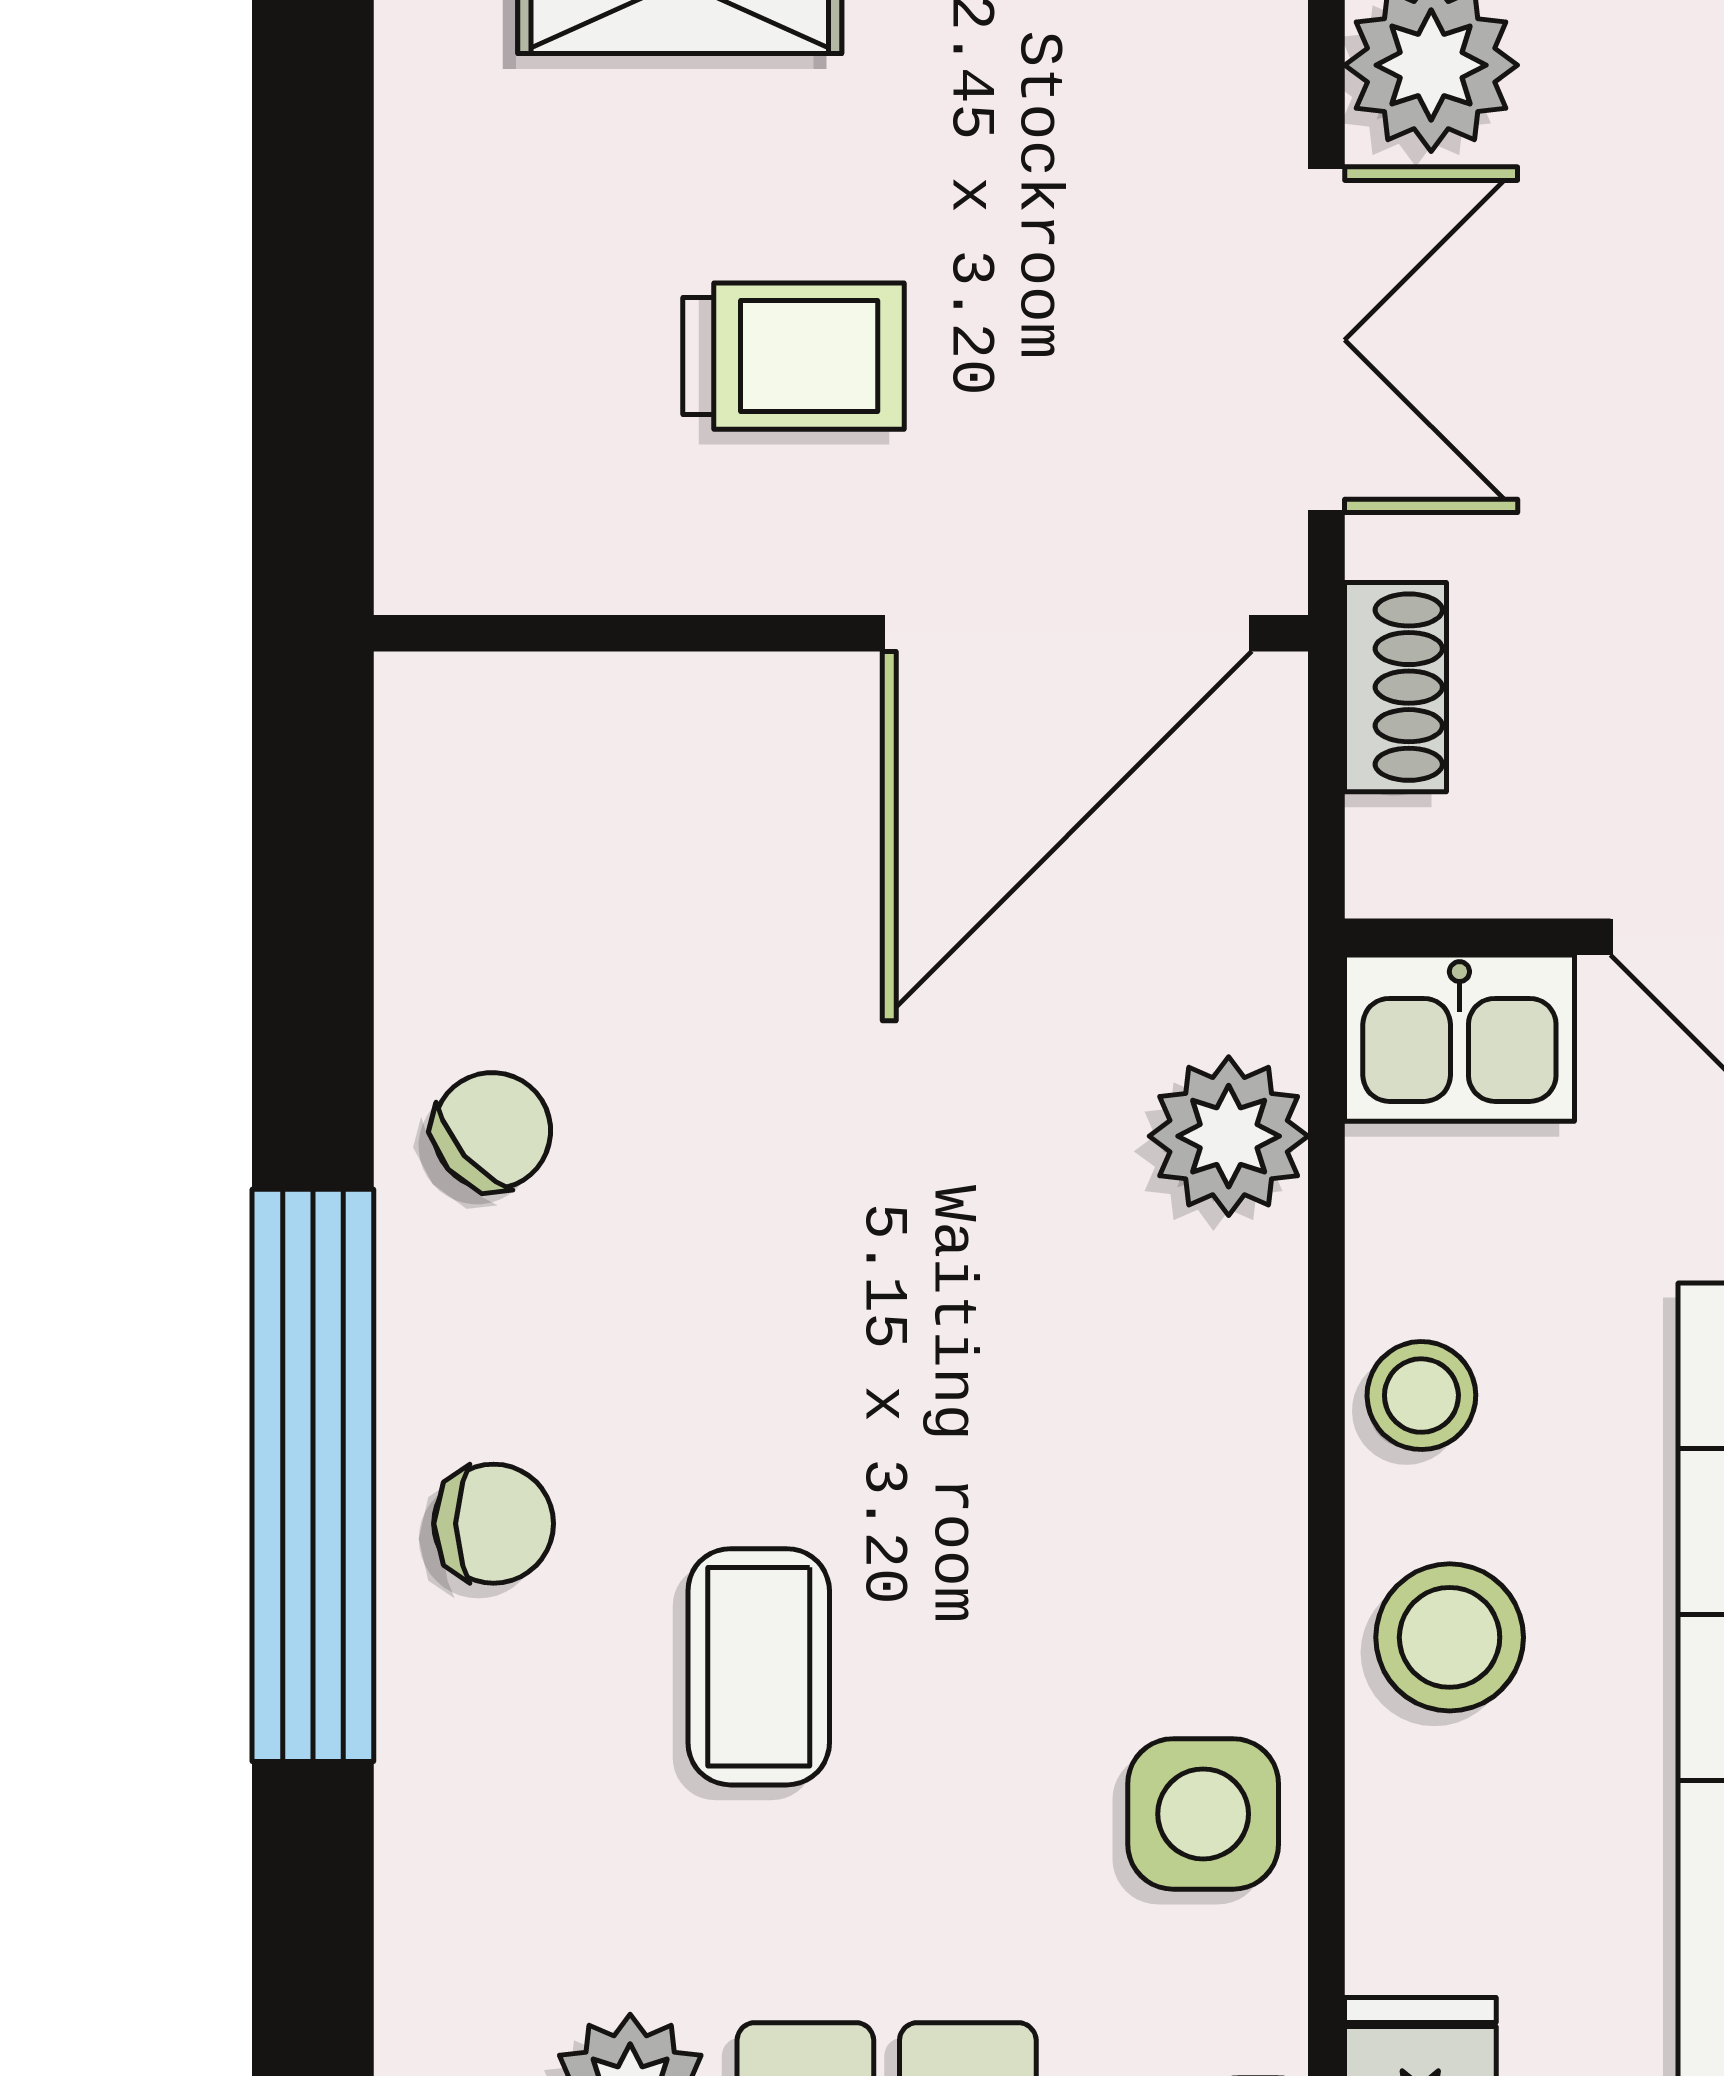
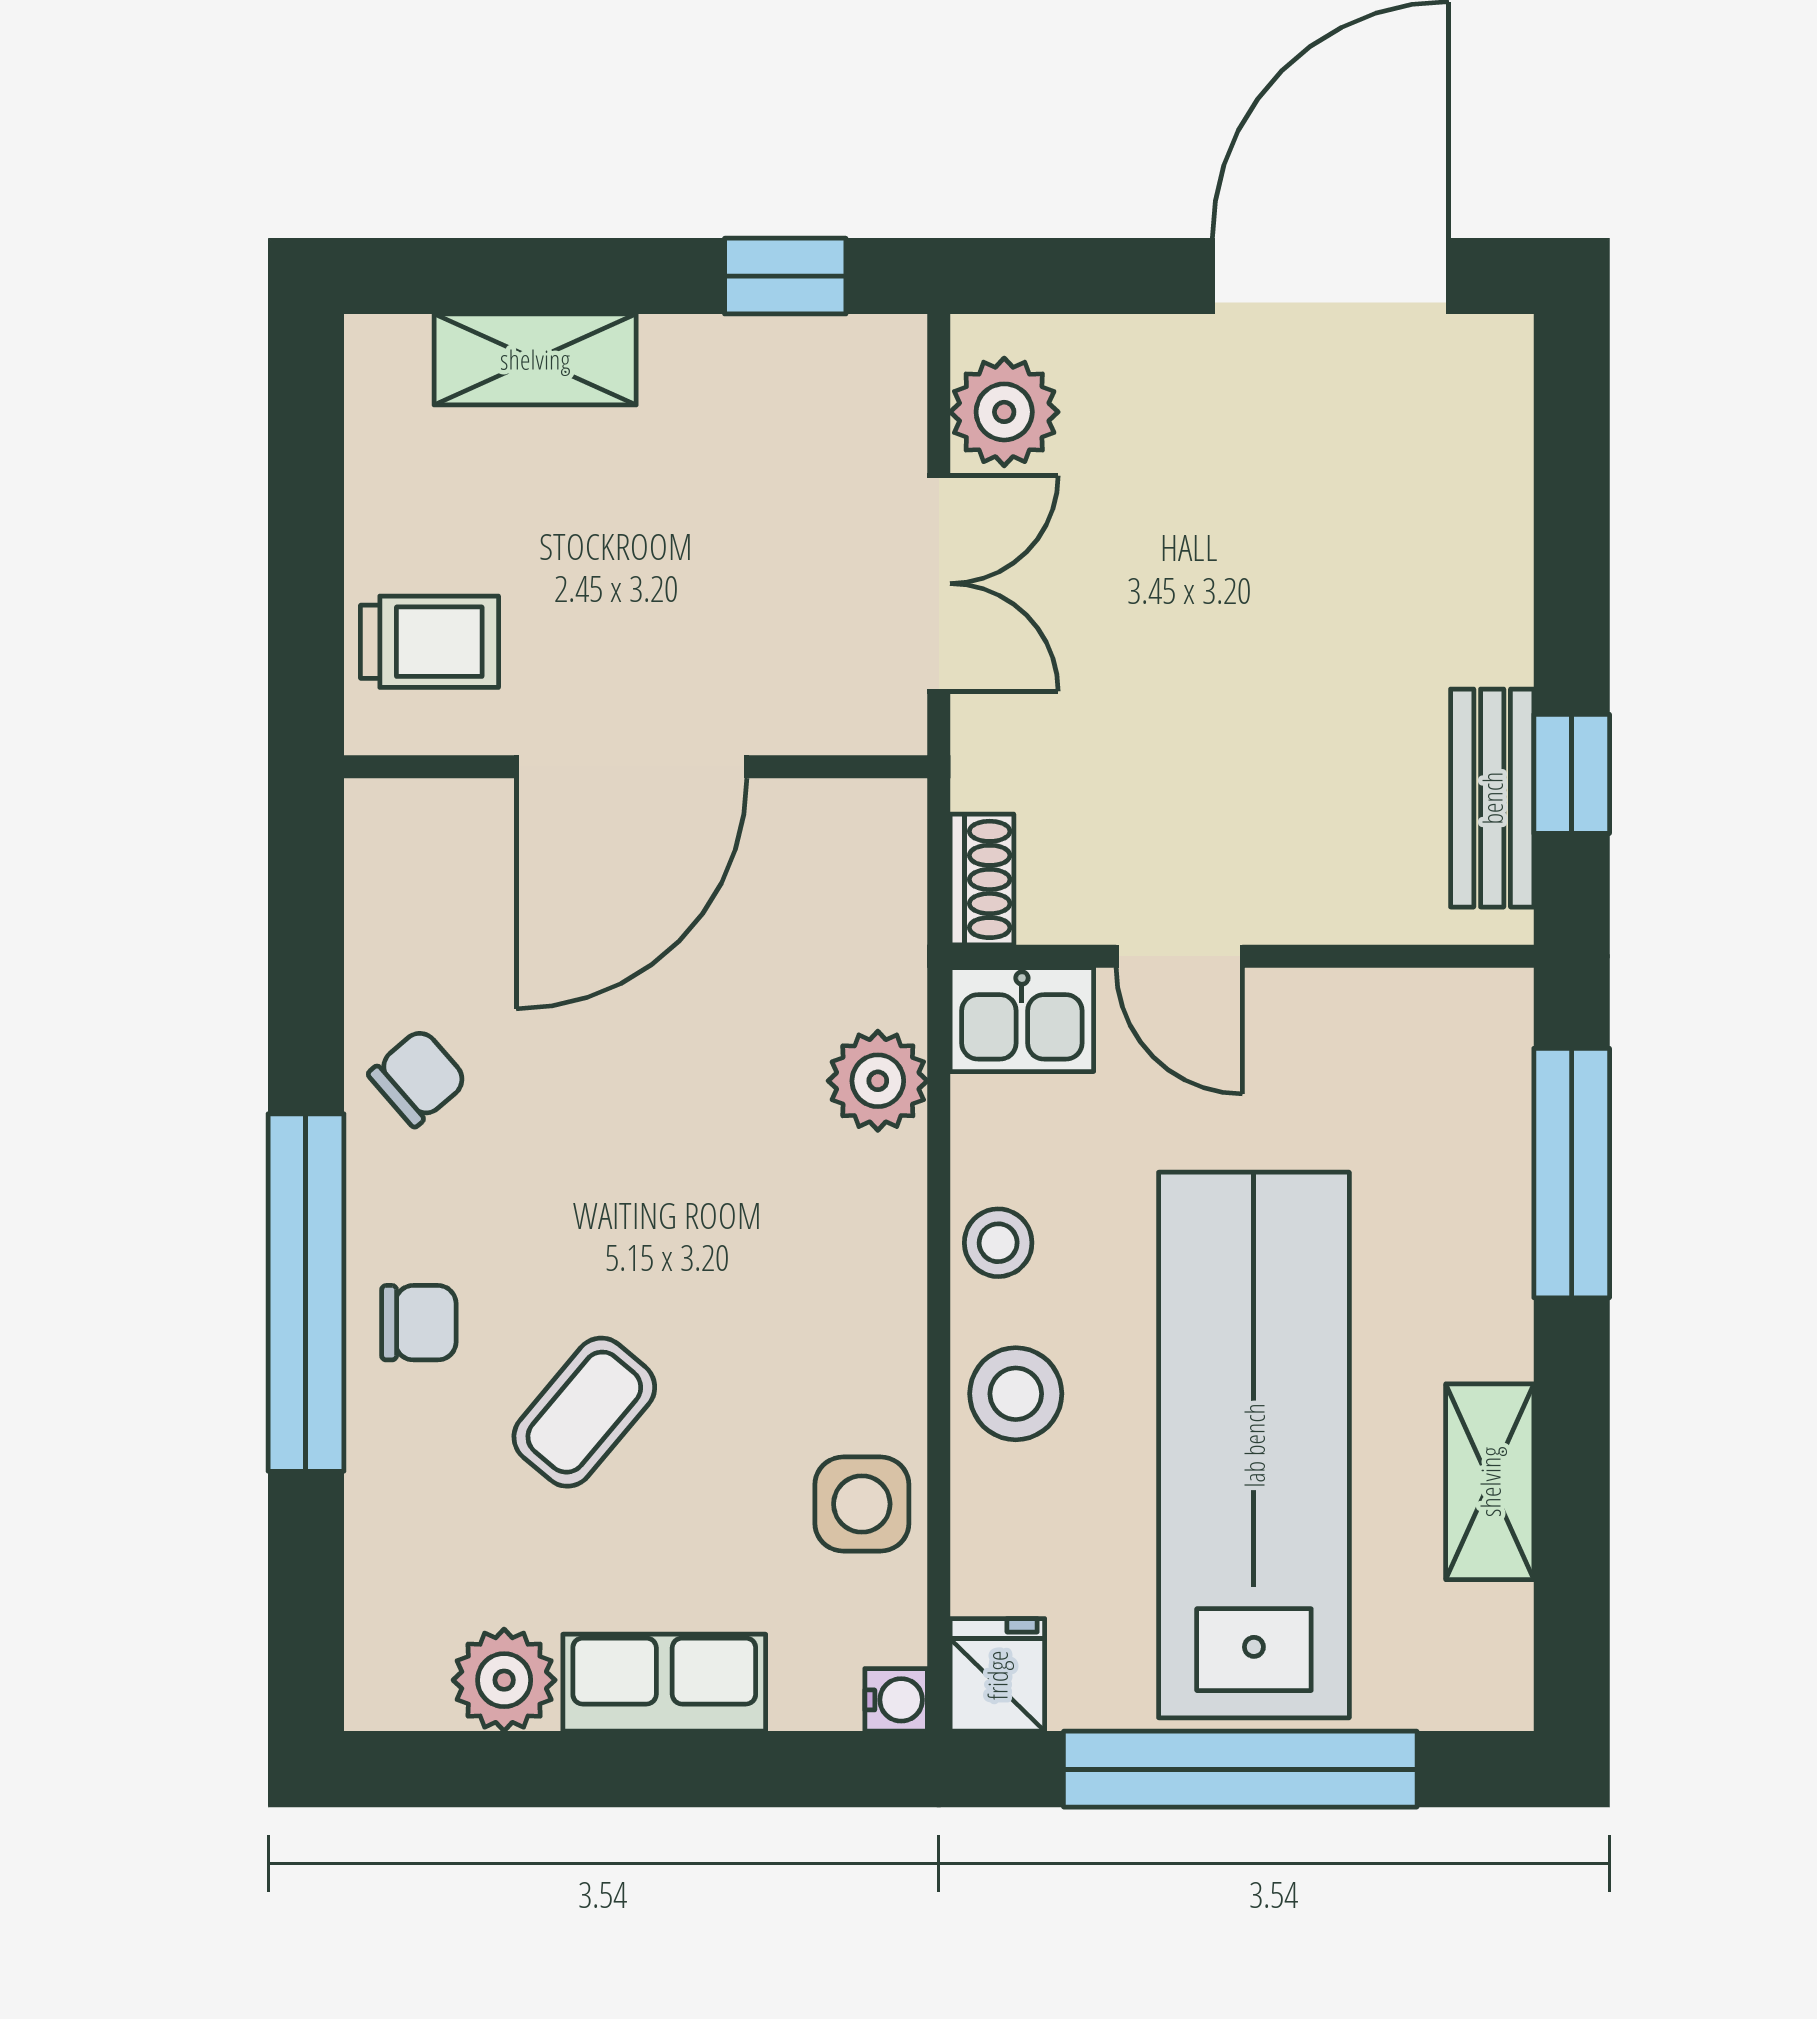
trolley: (794, 356) -> (430, 642), moved
door: (1067, 633) -> (631, 767), moved
shoe rack: (1396, 687) -> (982, 879), moved
coffee table: (759, 1667) -> (584, 1412), turned 40

